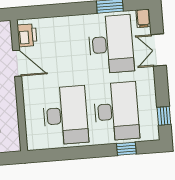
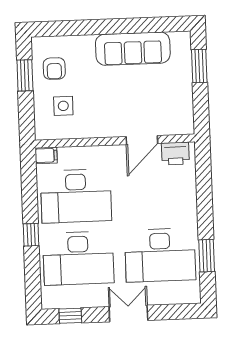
filing cabinet: (143, 18) -> (46, 155), moved, turned 180
double door: (159, 50) -> (128, 314), moved
window: (126, 149) -> (31, 235), moved

